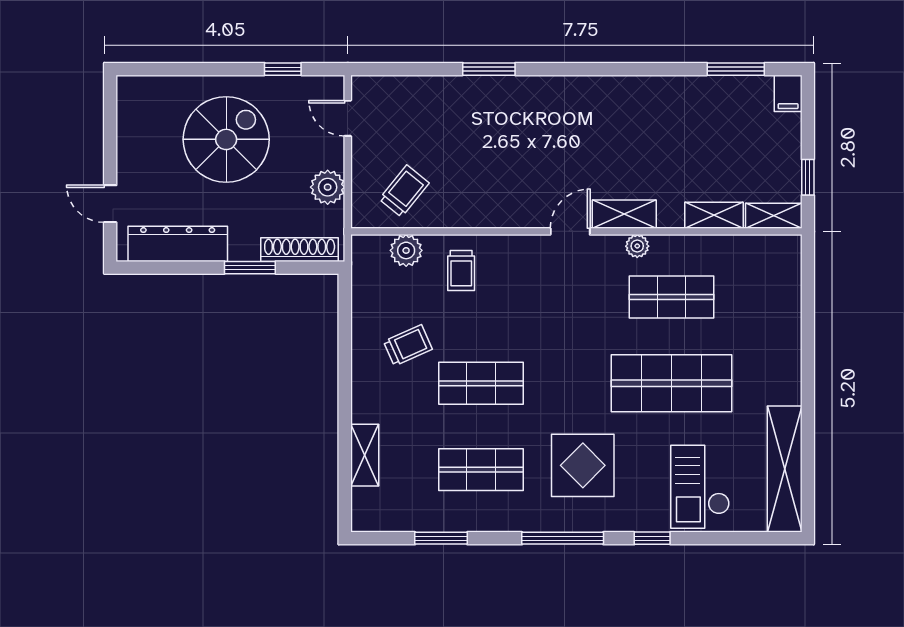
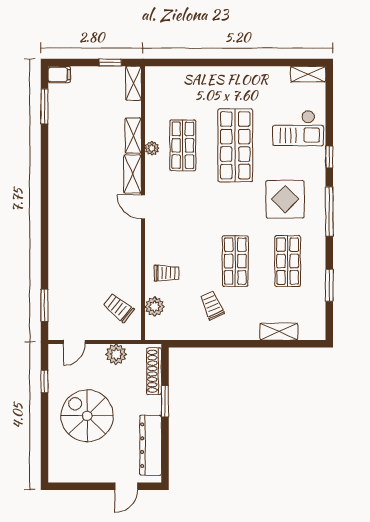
window: (489, 69) -> (44, 305), moved
shelving: (714, 215) -> (133, 136), moved
plant: (637, 246) -> (152, 148), moved
shelving: (785, 469) -> (308, 74), width x0.45, depth x0.75

